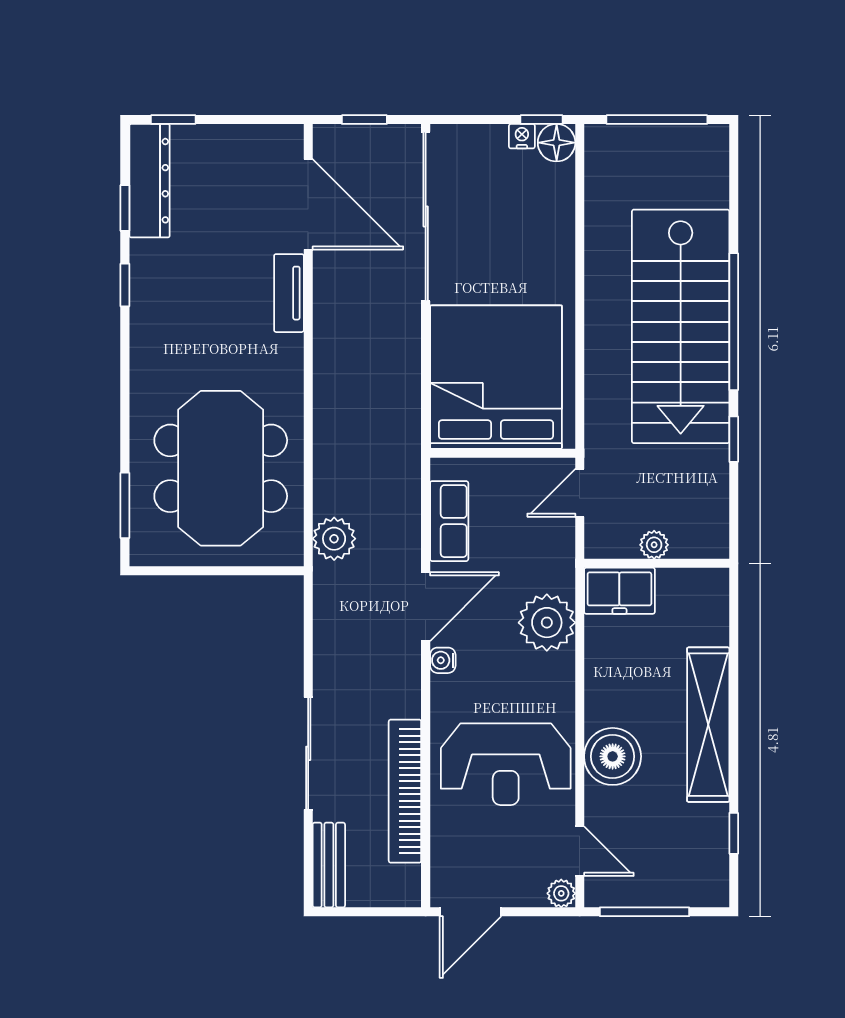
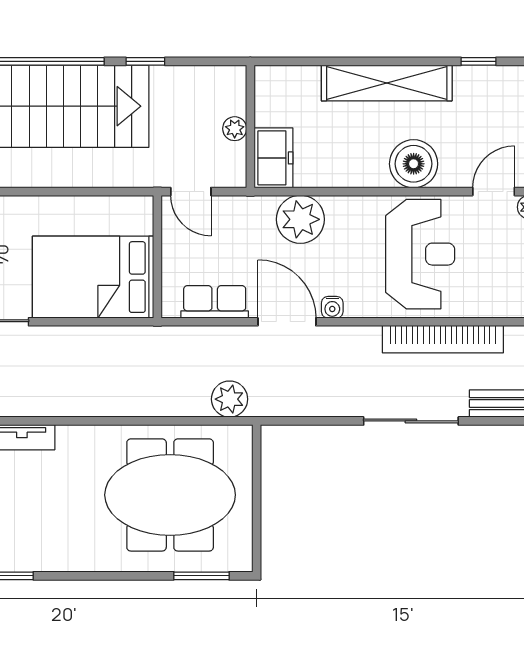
bed: (496, 377) -> (93, 277), width x0.73

